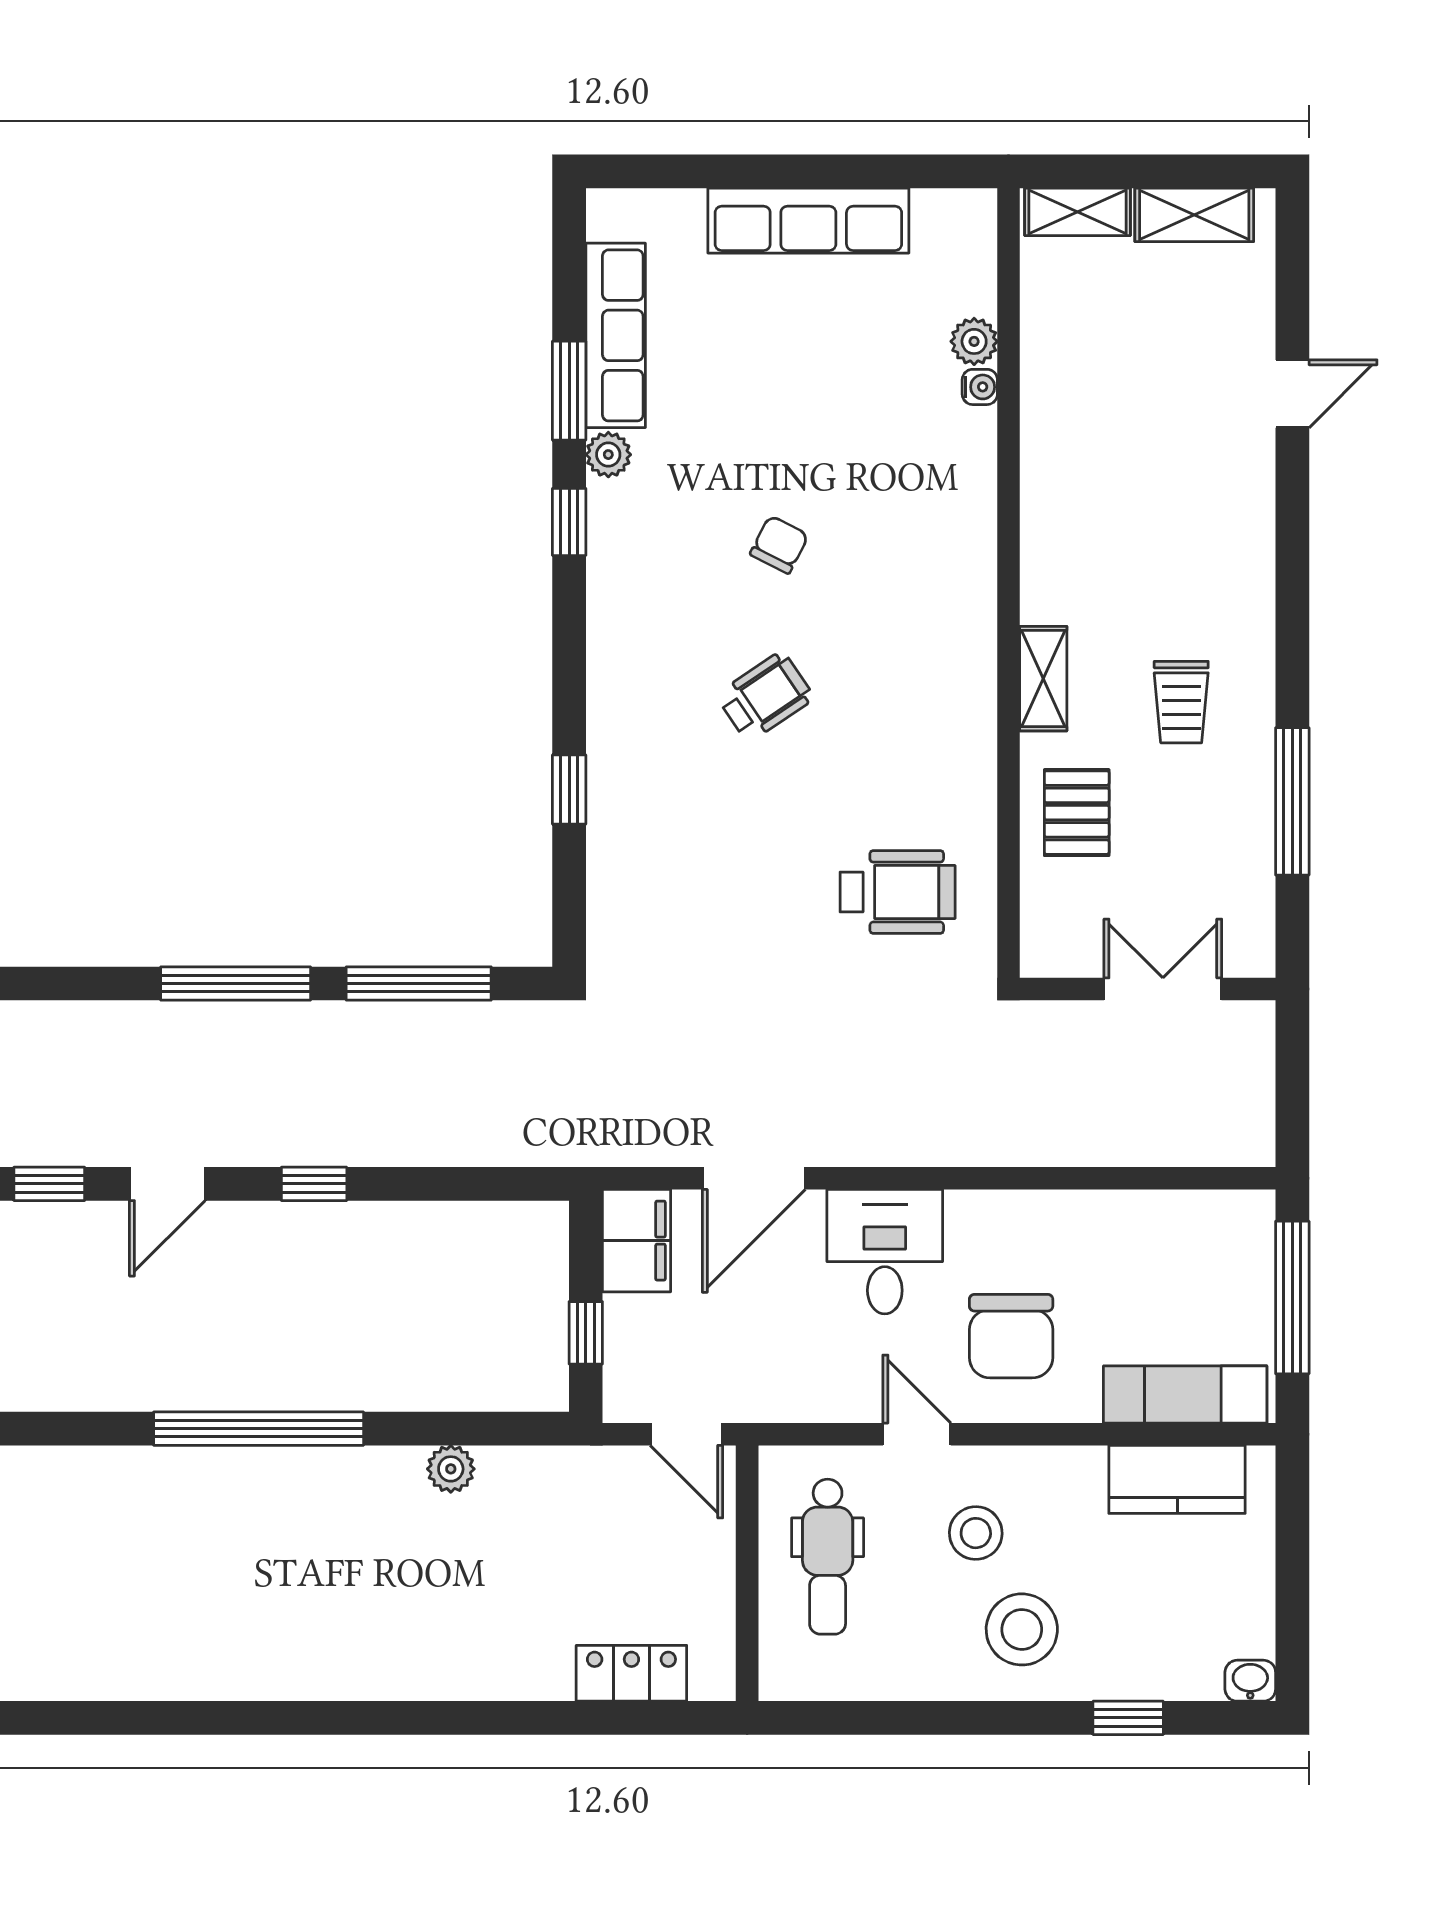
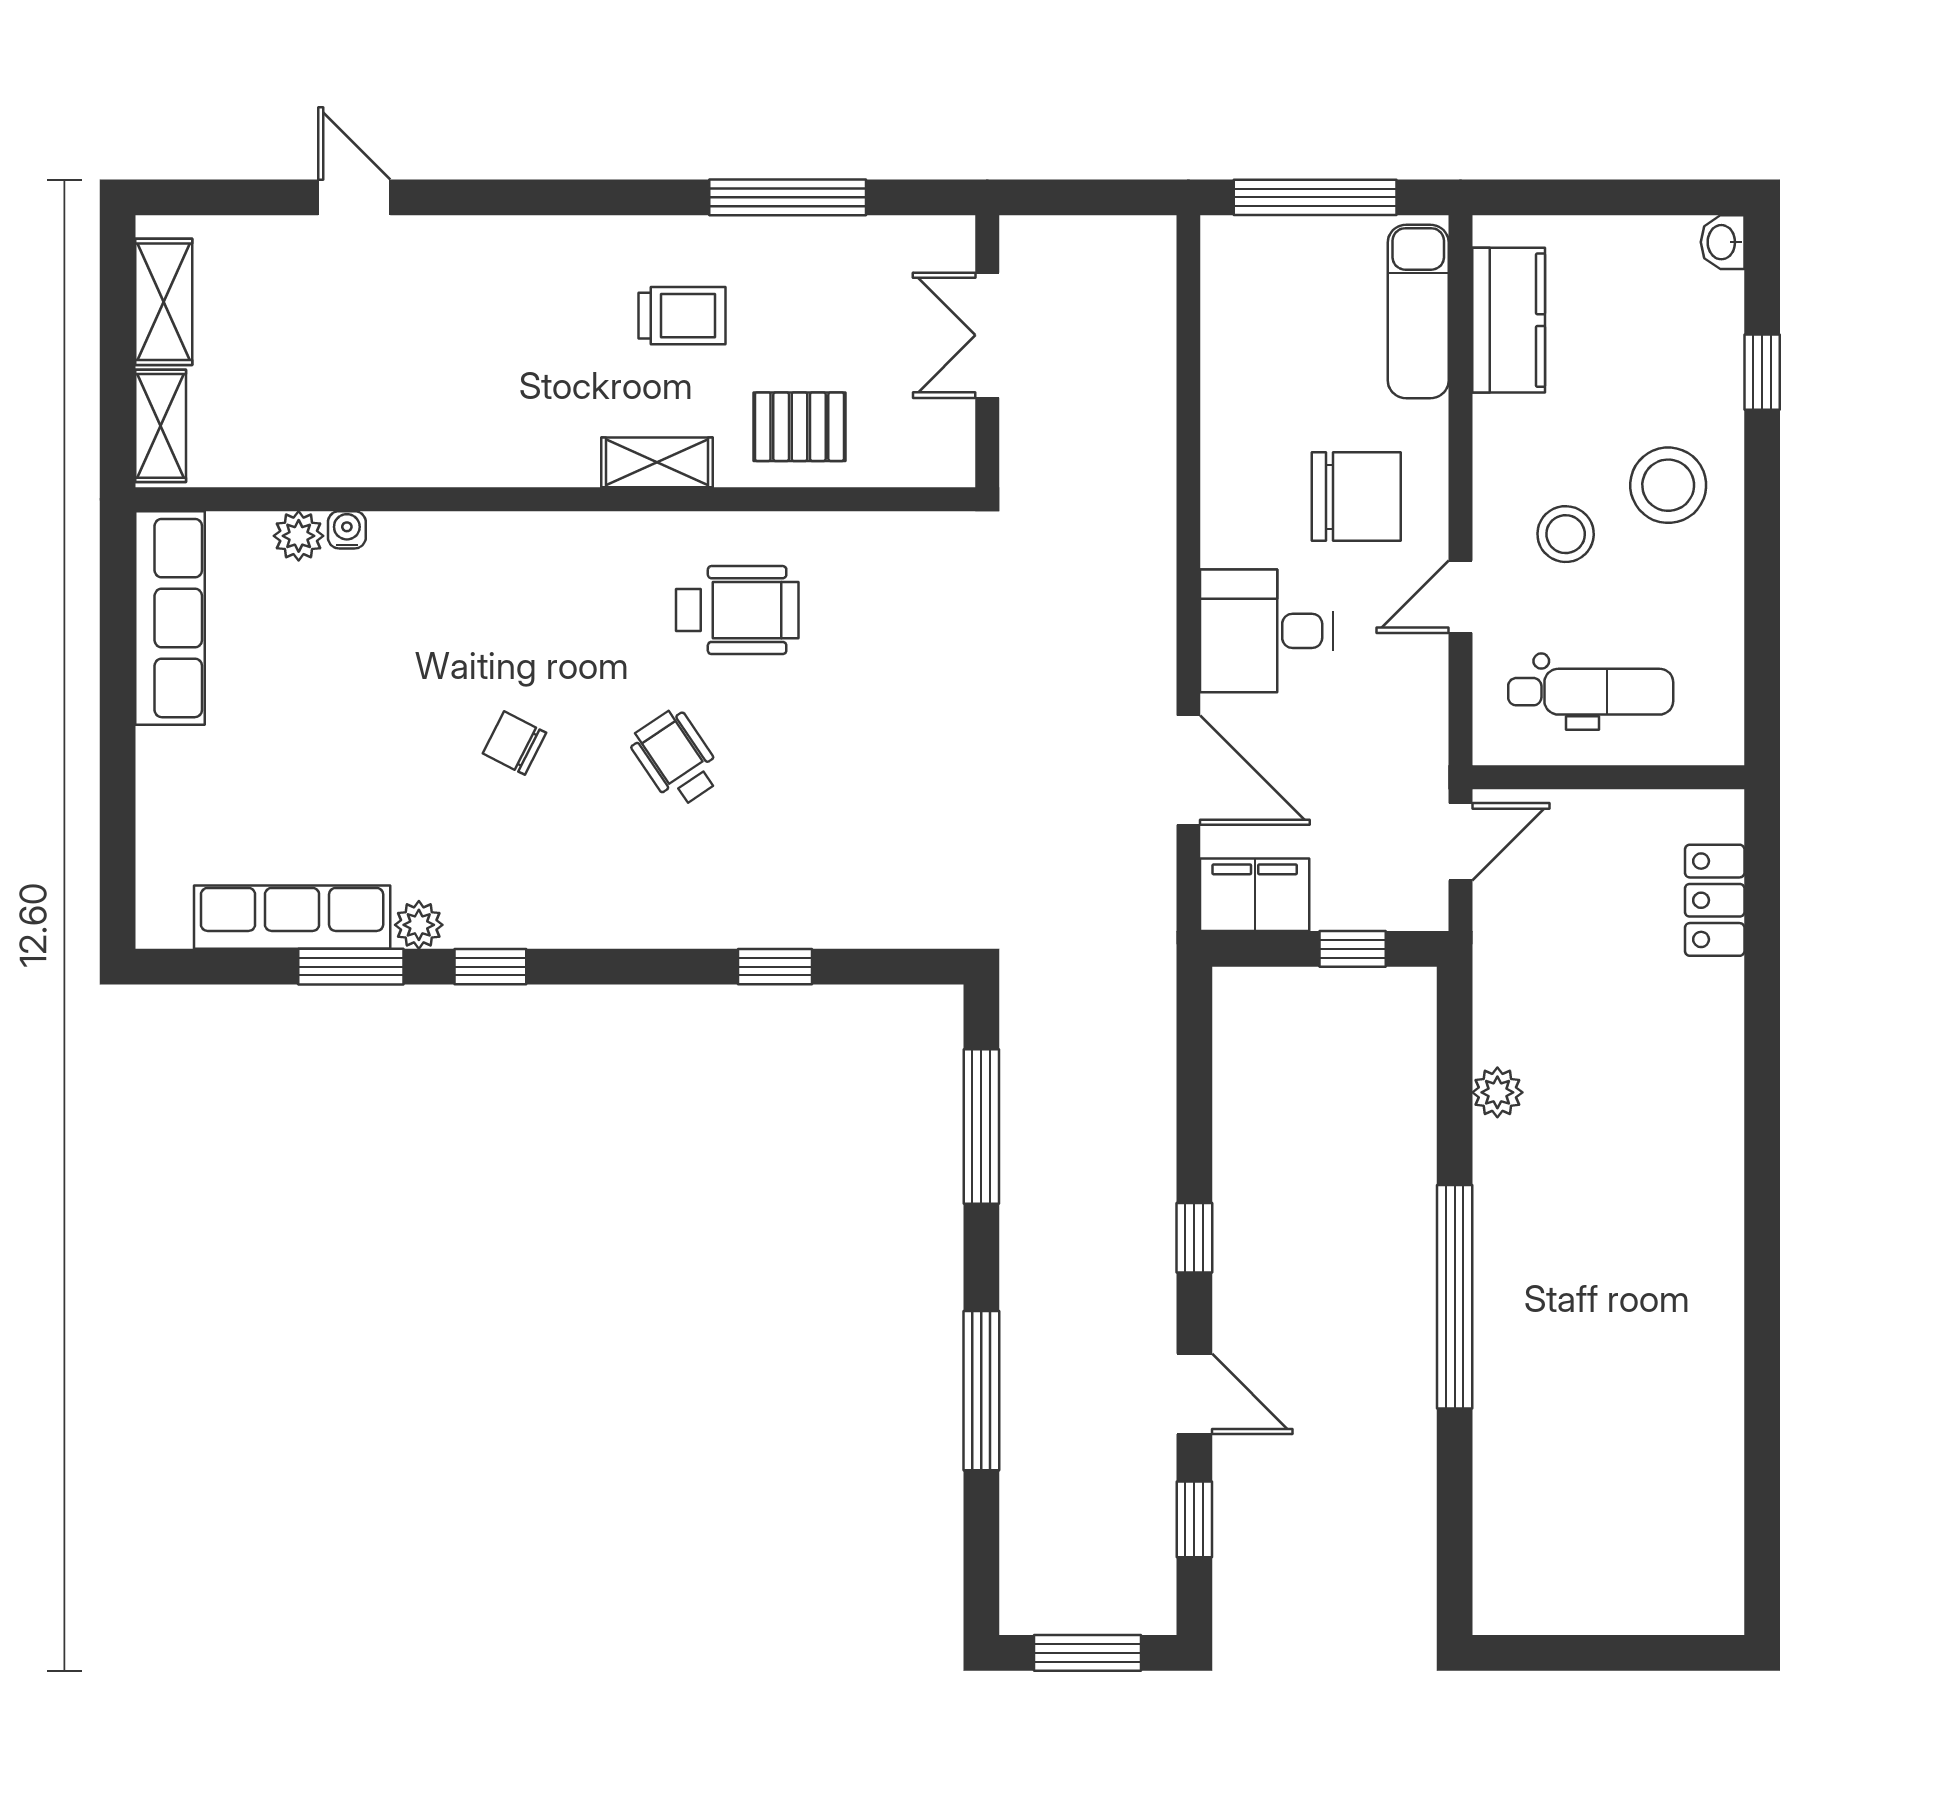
row of seats: (808, 221) -> (170, 618), moved
wheelchair: (898, 892) -> (737, 610), moved, turned 90
window: (236, 984) -> (981, 1391), moved

